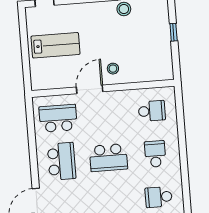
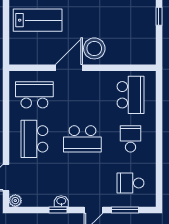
stool: (113, 69) -> (94, 48), width x1.89, depth x1.89
school desk: (152, 111) -> (130, 95), width x1.85
school desk: (62, 161) -> (34, 139), turned 180

